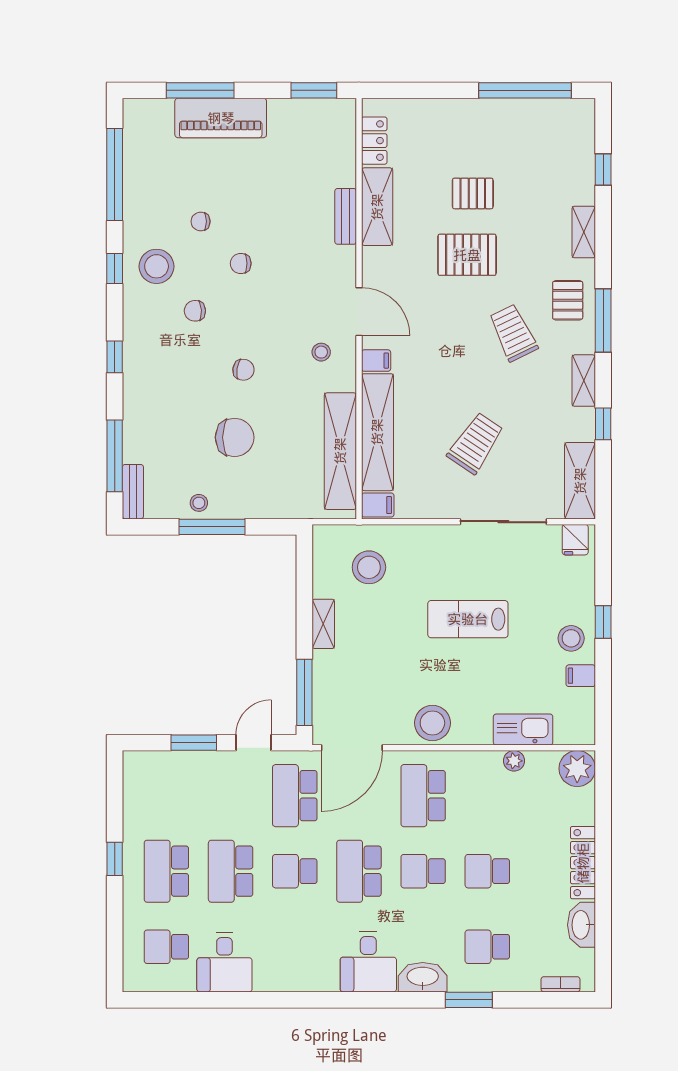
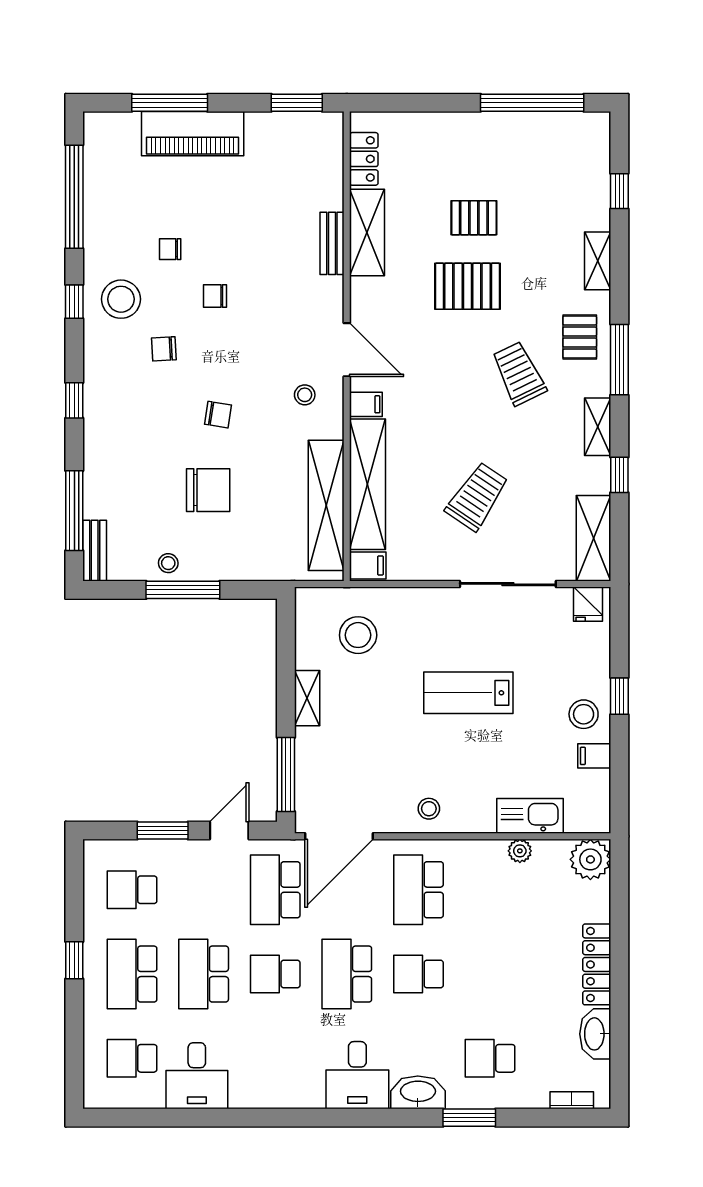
stool: (432, 723) -> (429, 809), width x0.53, depth x0.53
school desk: (487, 871) -> (132, 890), moved

